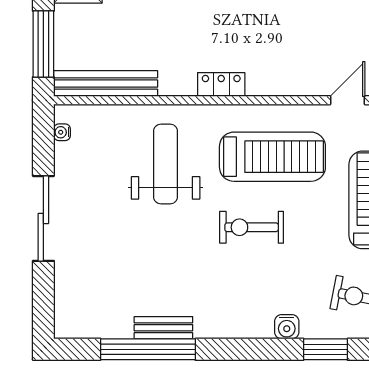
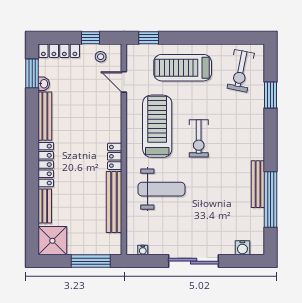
bench: (106, 84) -> (114, 202), moved
weight bench: (166, 164) -> (161, 189), turned 180
water cooler: (287, 327) -> (242, 248), moved, turned 90
bench: (163, 328) -> (258, 184), width x1.36

